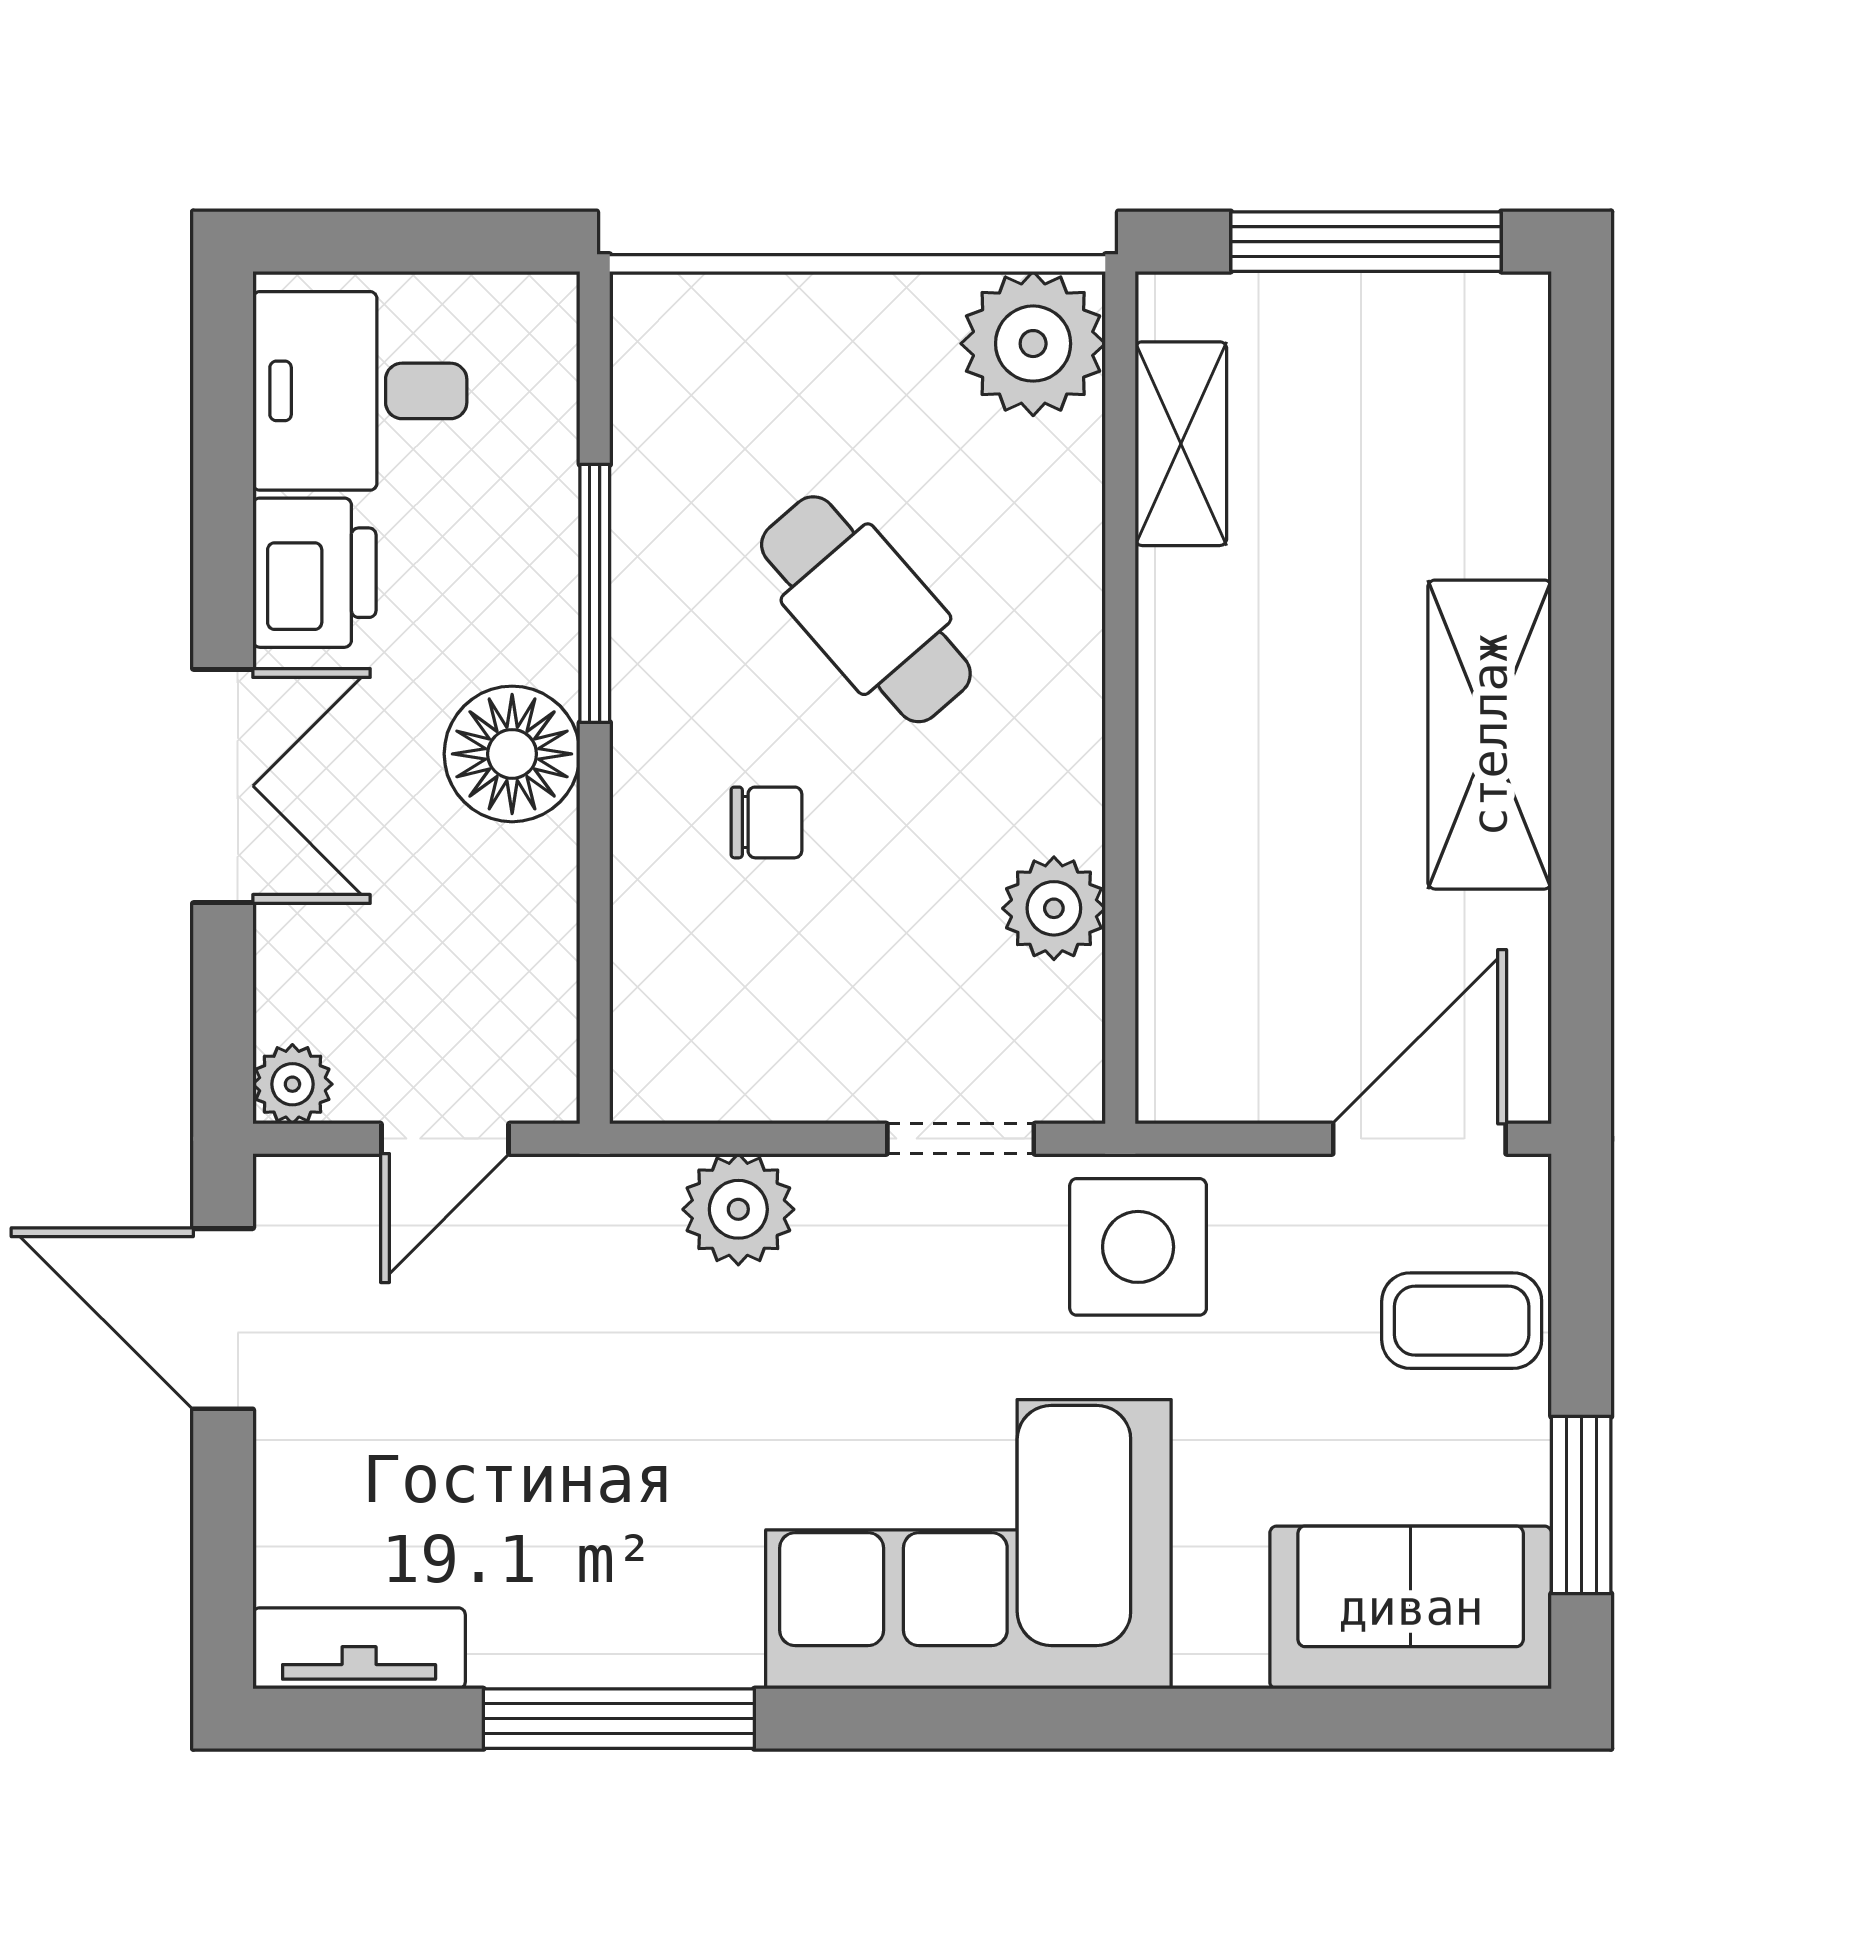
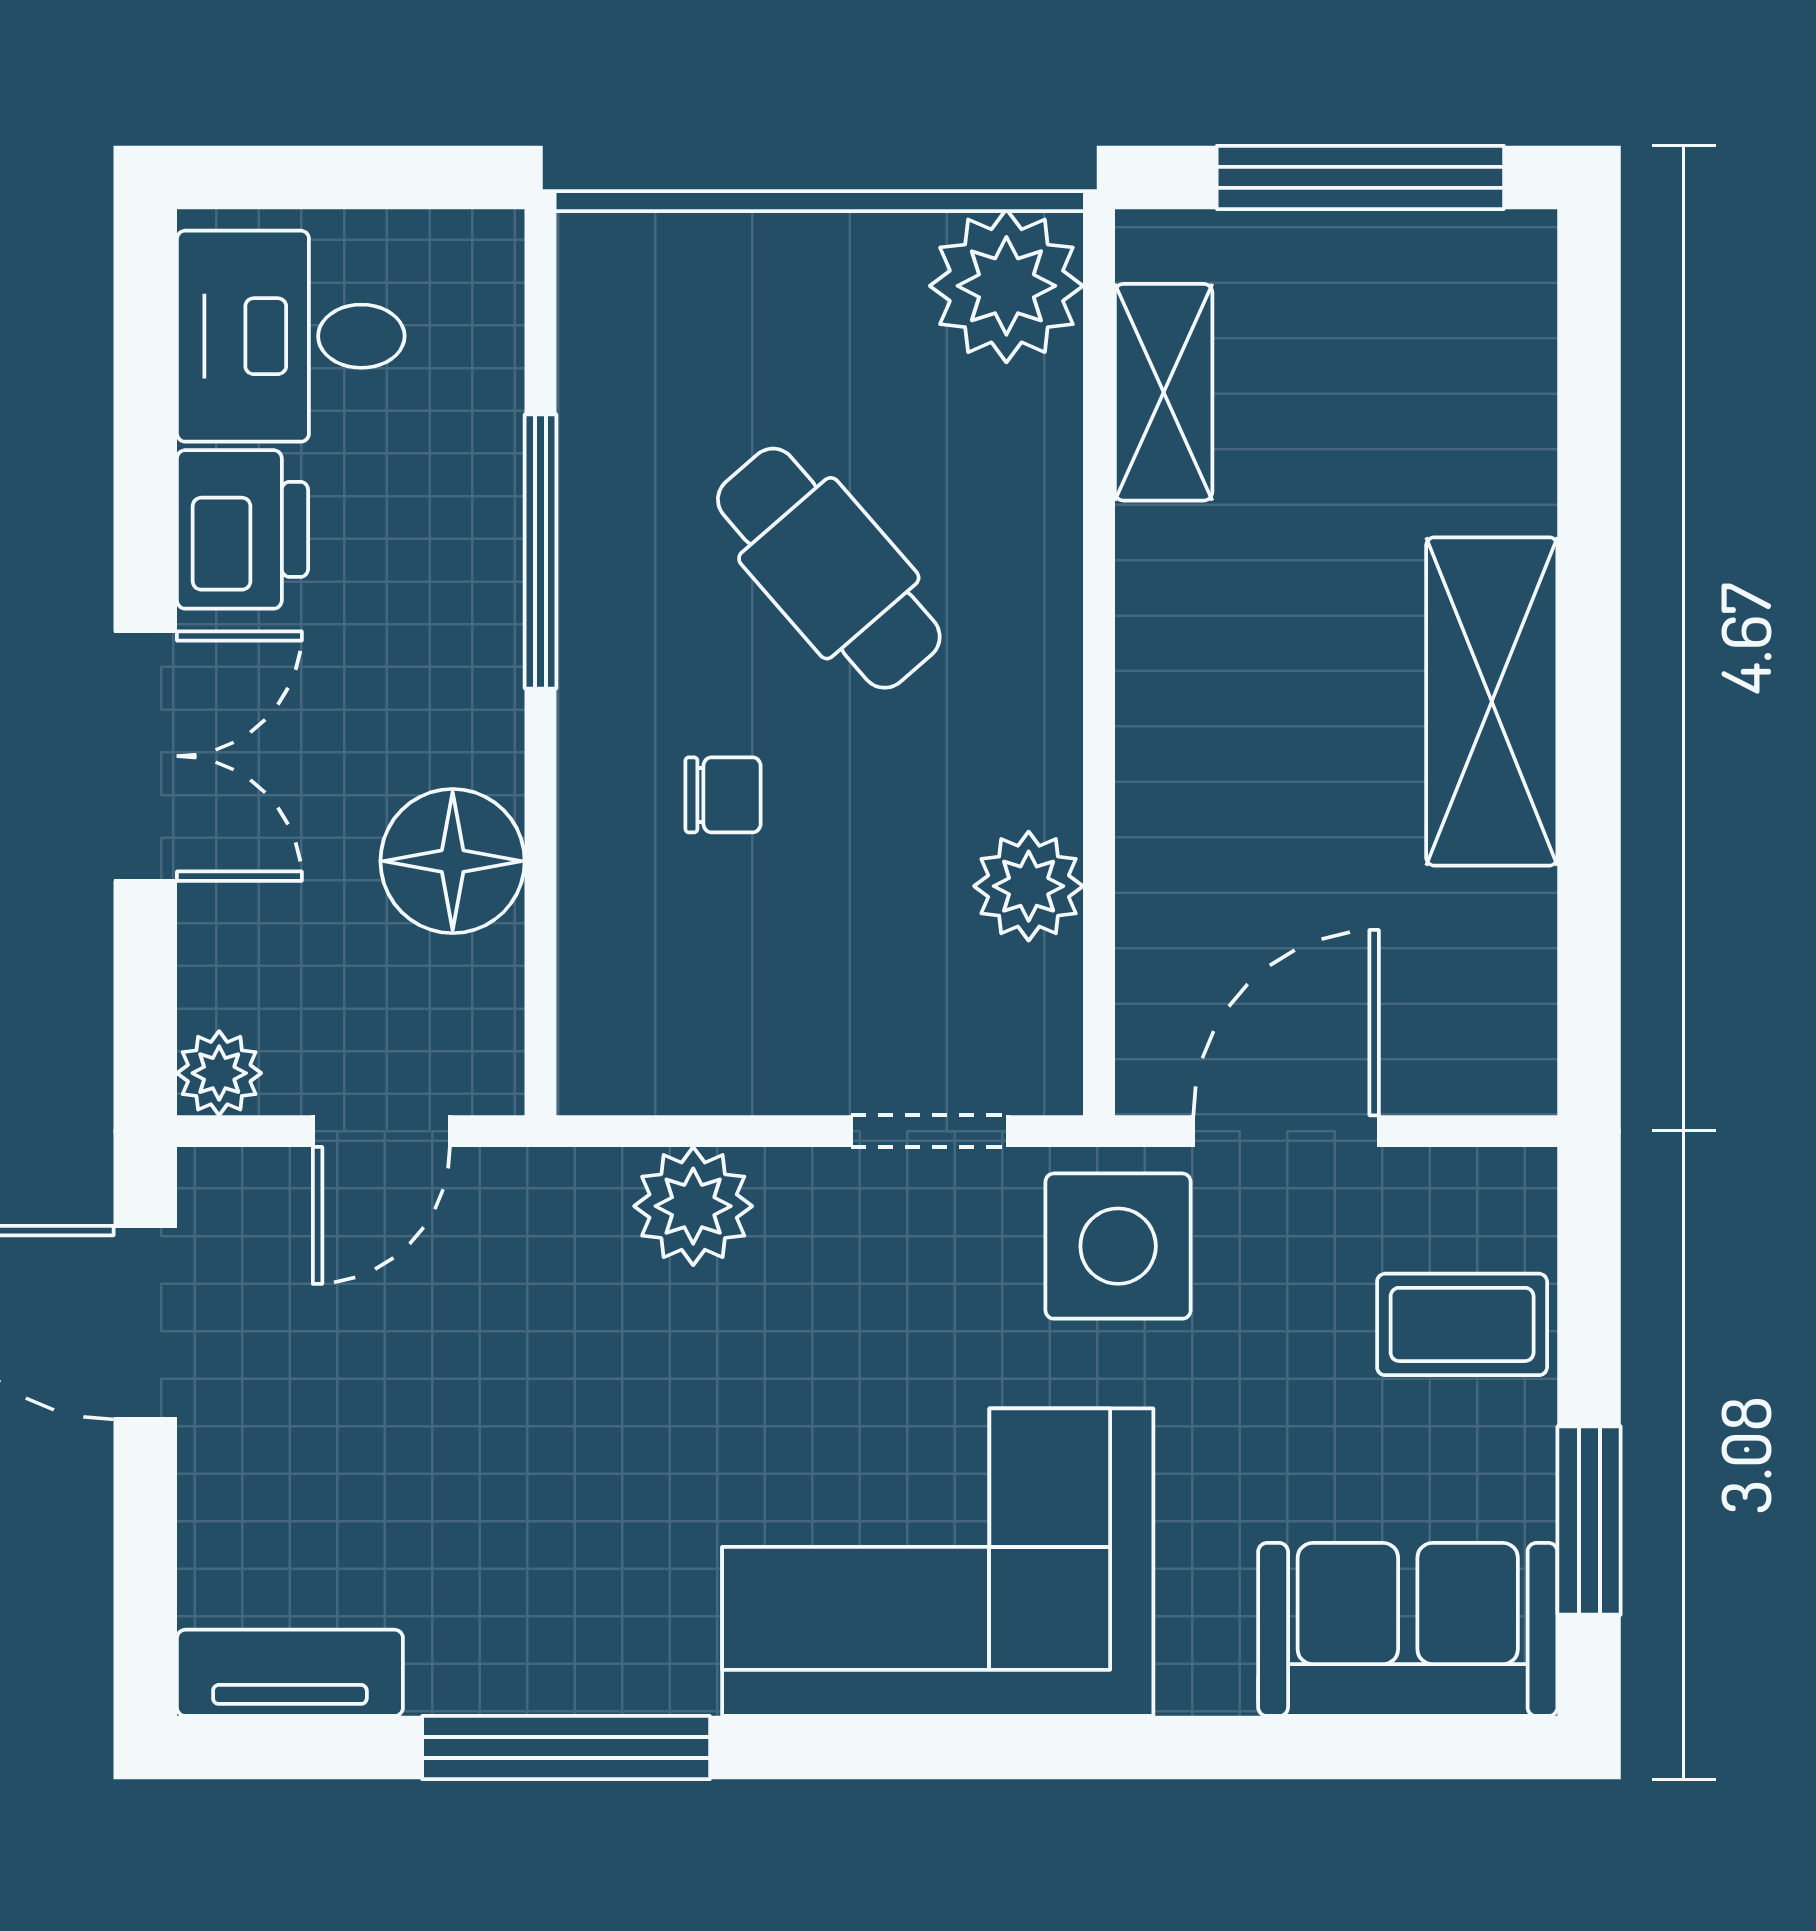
floor lamp: (512, 754) -> (453, 861), moved
door: (1419, 1139) -> (1286, 1131), moved

